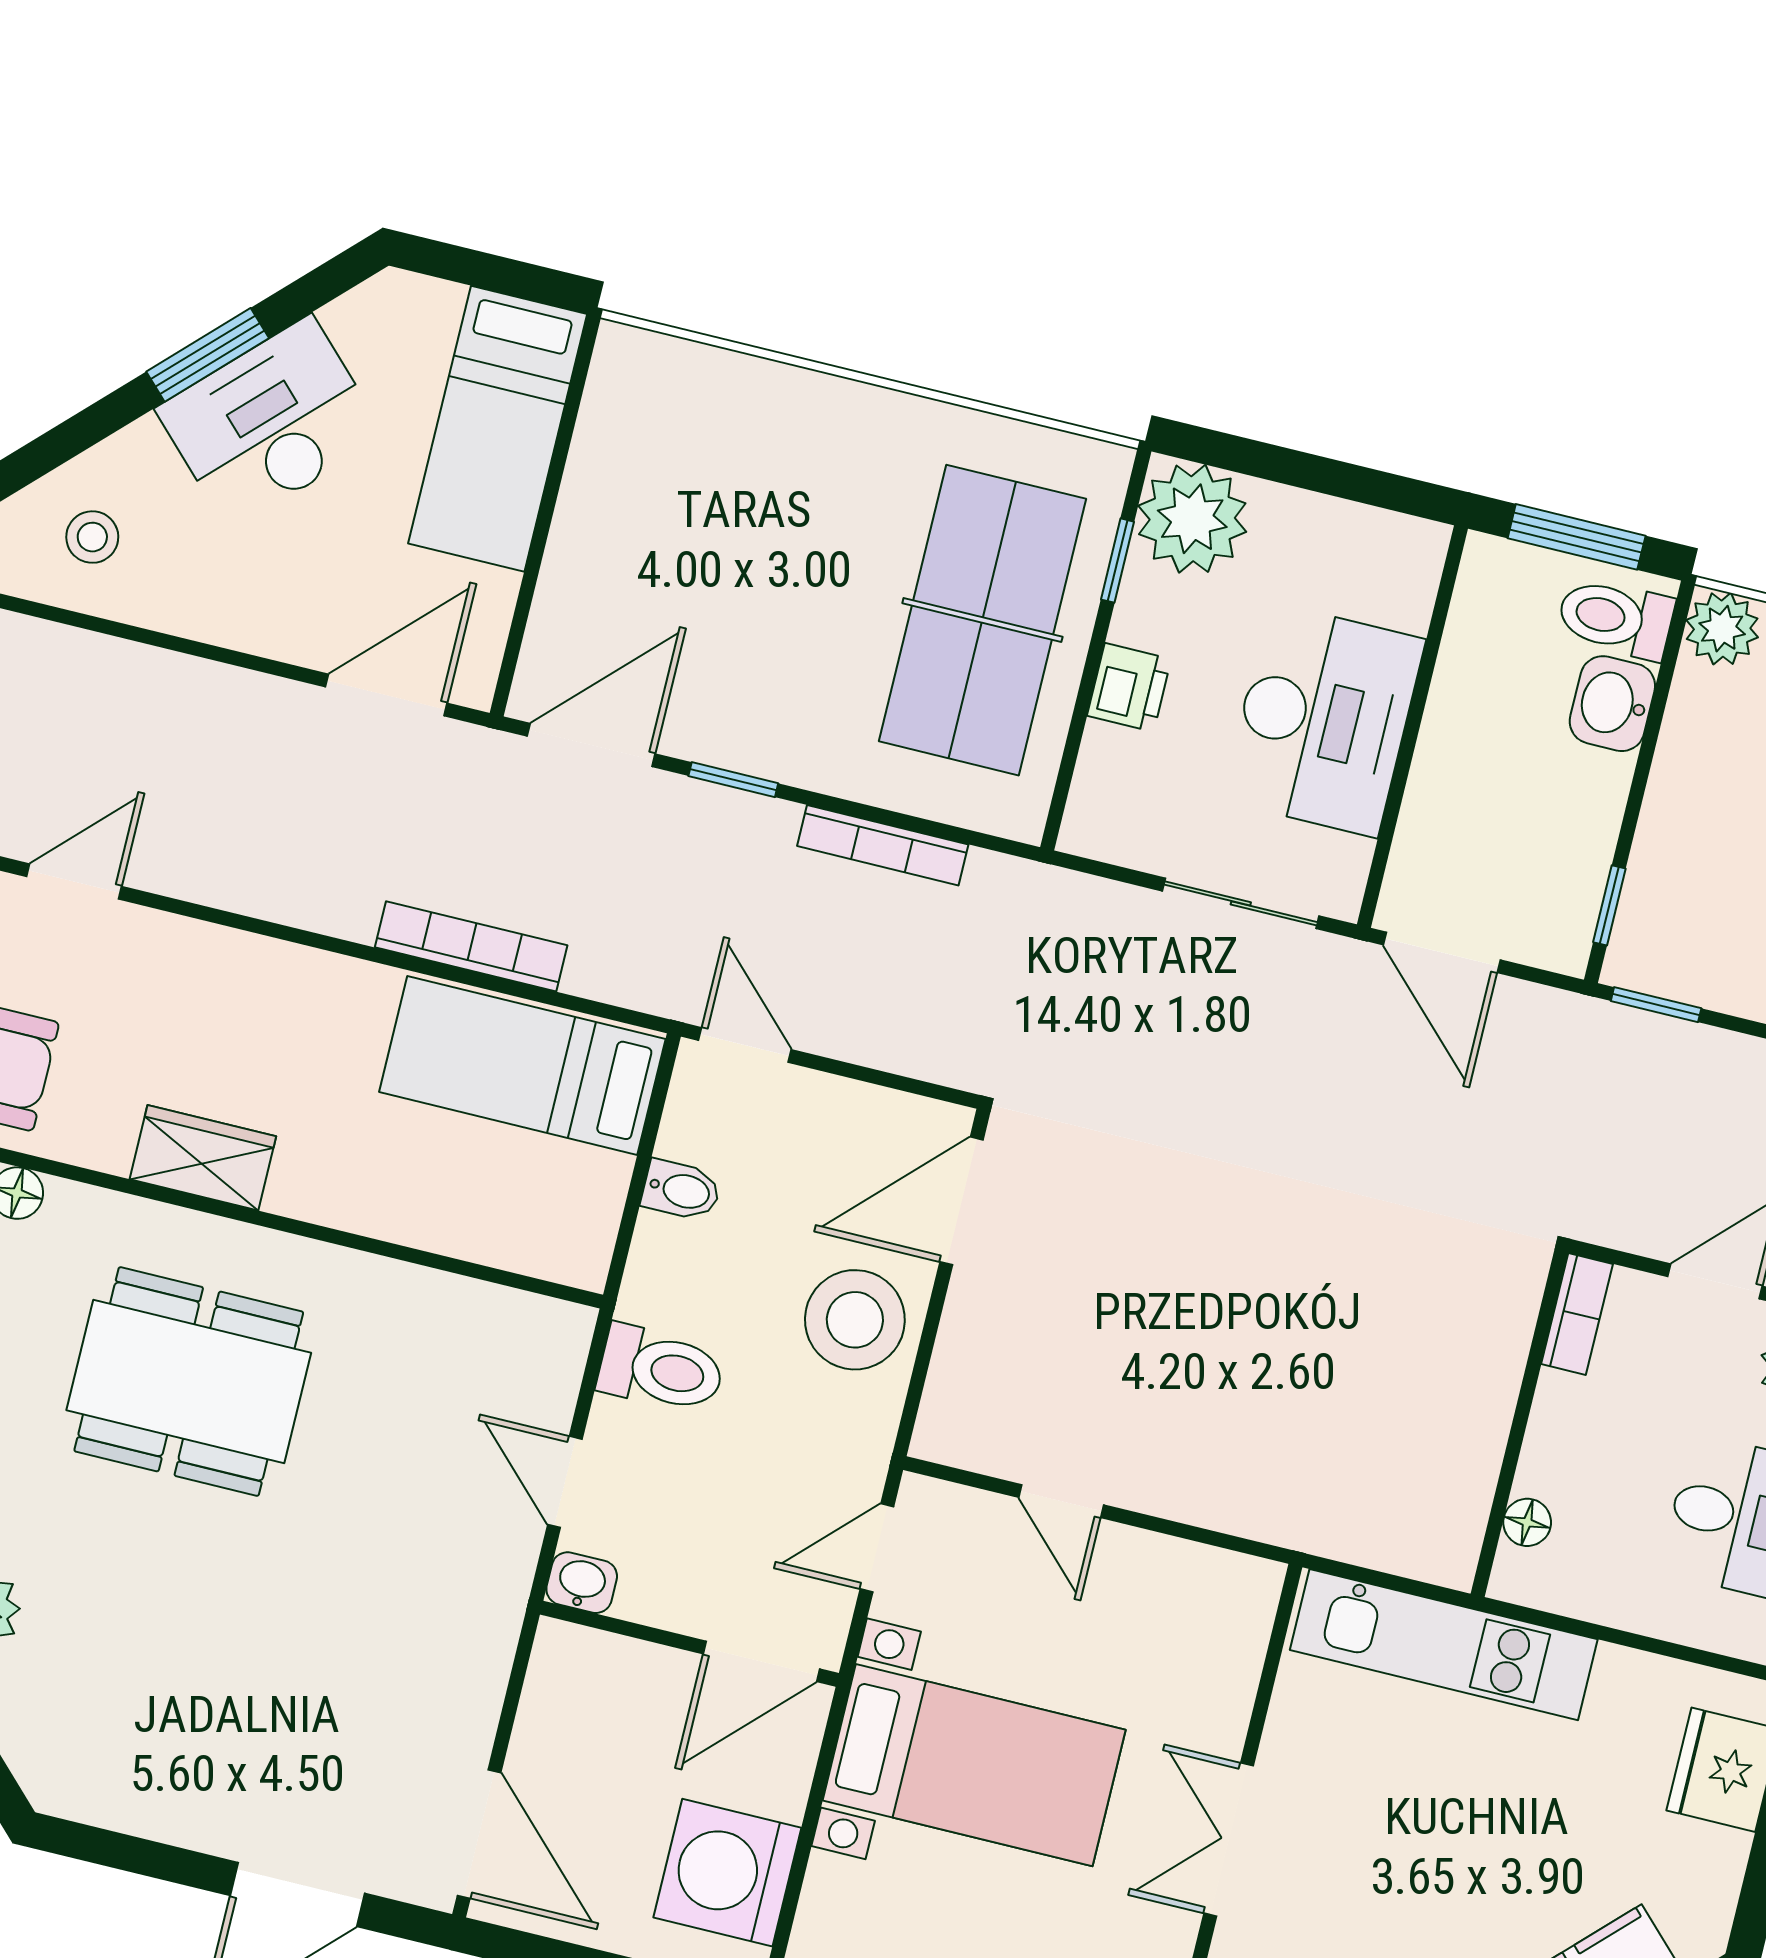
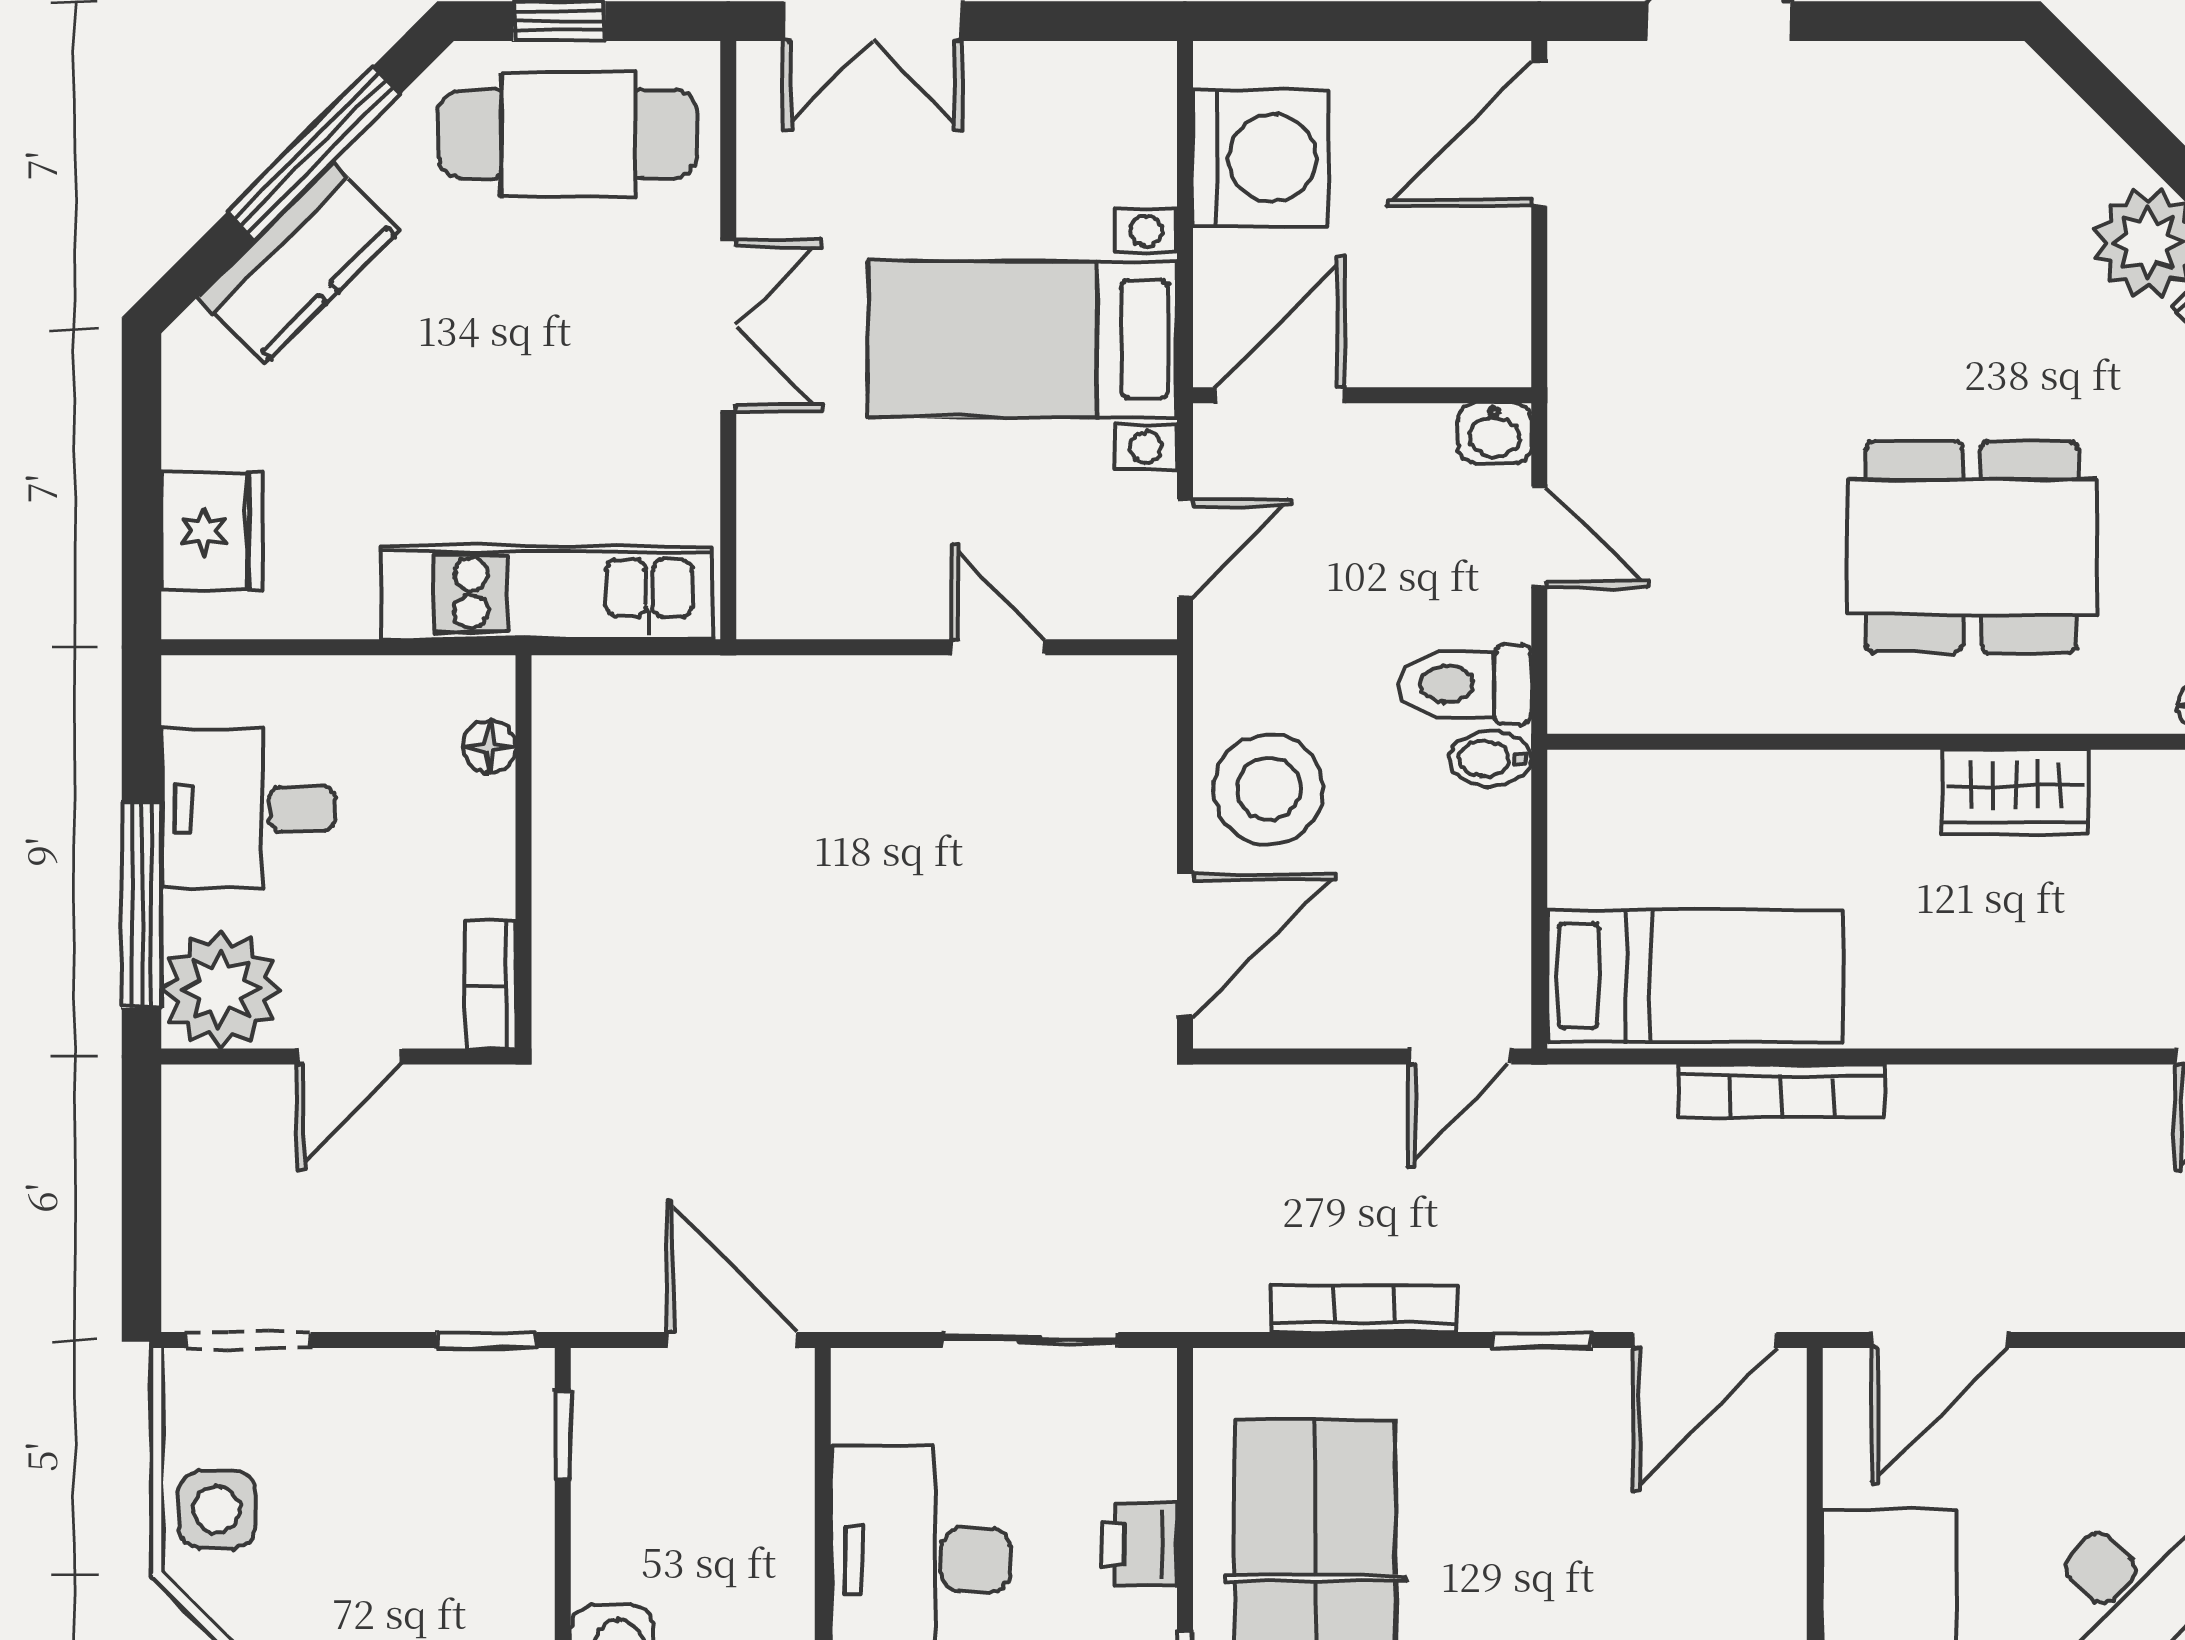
sliding door: (1241, 903) -> (1030, 1340), moved
door: (745, 1045) -> (1460, 1057), hinge flipped
bidet: (681, 1190) -> (1490, 759), moved
door: (479, 1834) -> (1539, 134), hinge flipped

